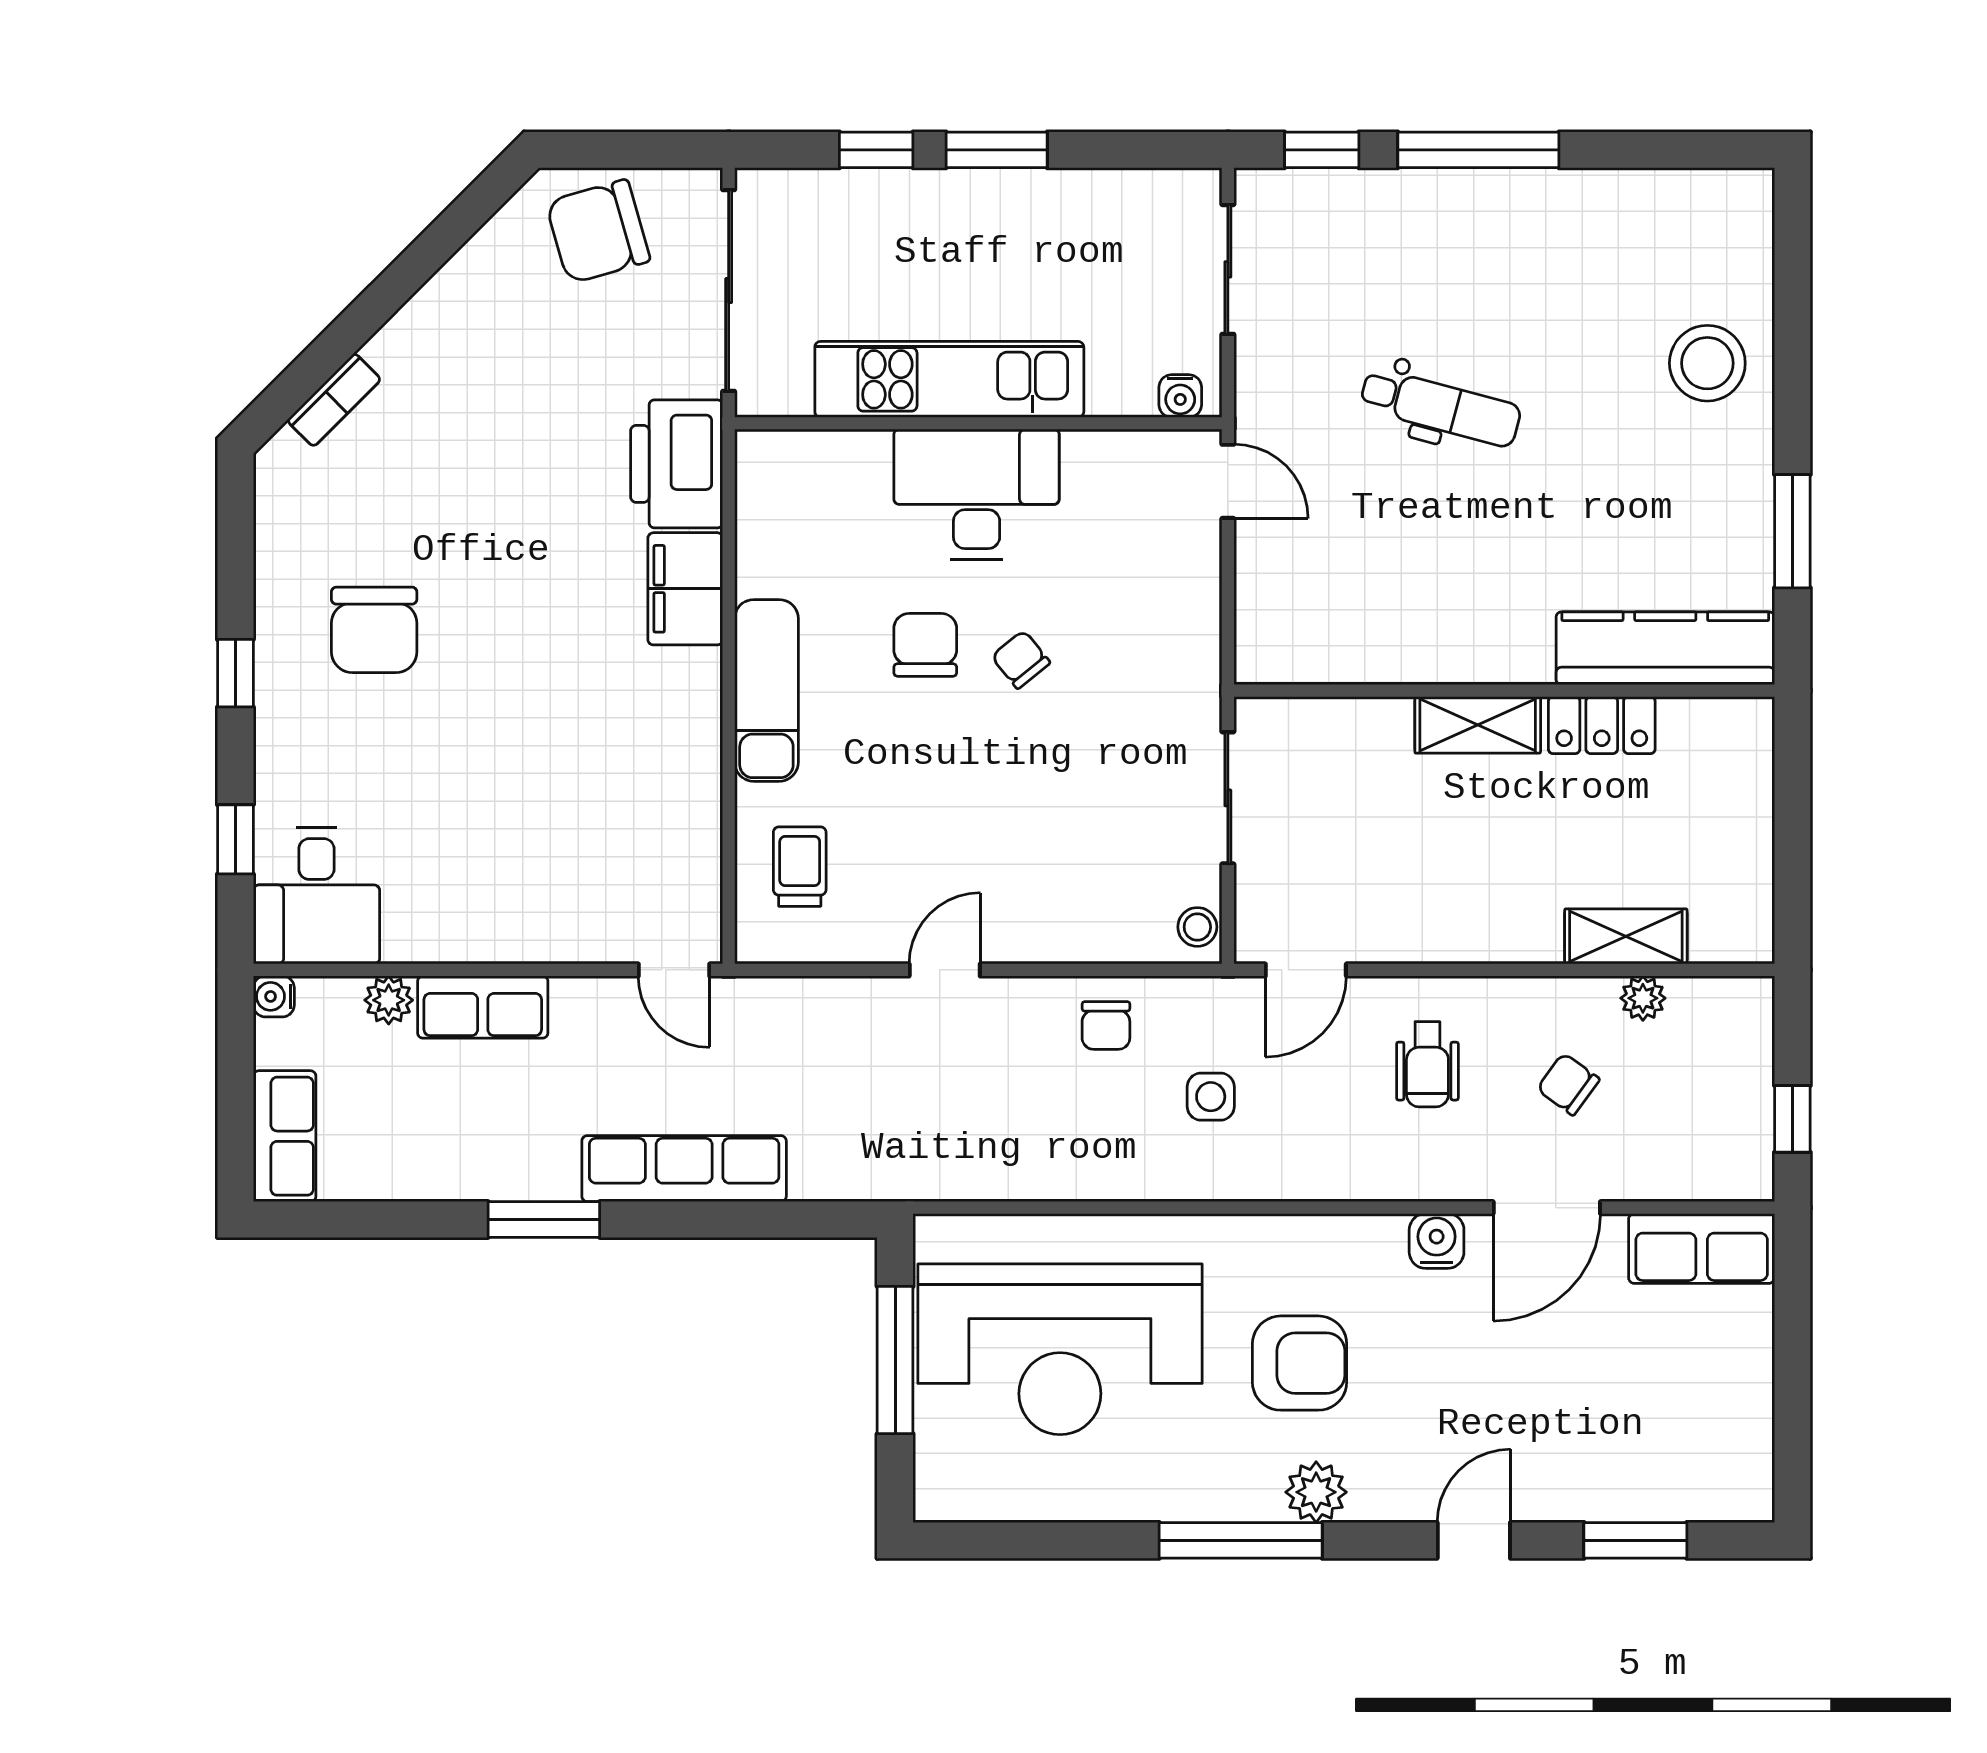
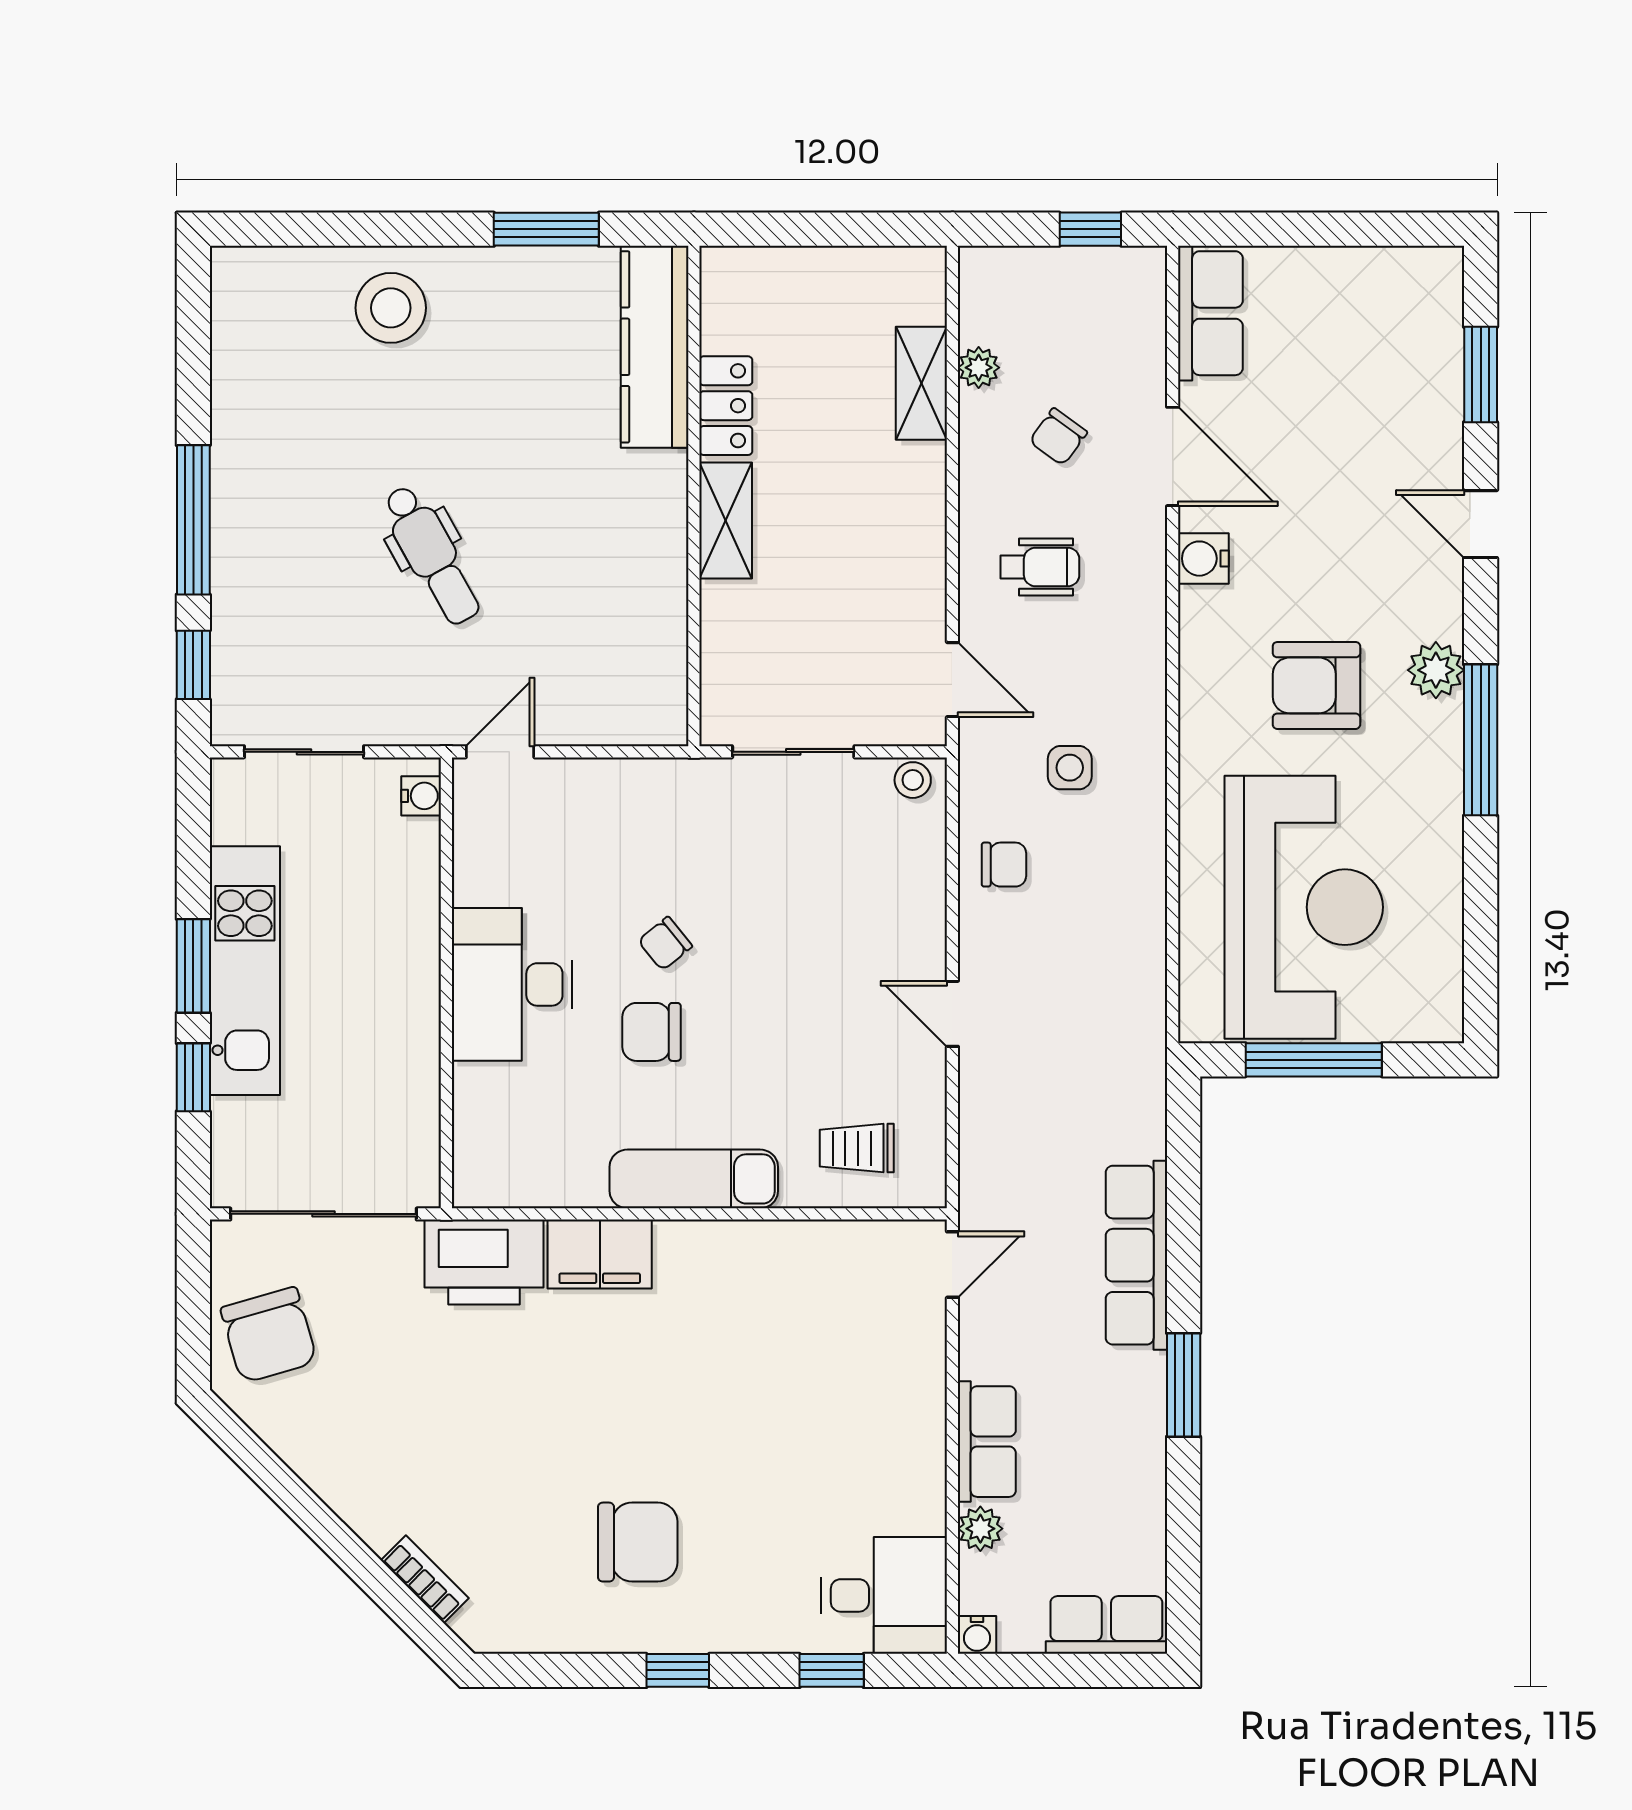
kitchen unit: (949, 379) -> (245, 971), moved, turned 180
dental chair: (1440, 407) -> (432, 555), turned 136
armchair: (1300, 1363) -> (1316, 685), turned -90

